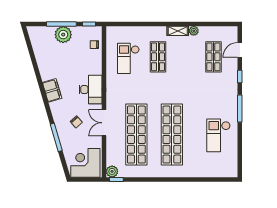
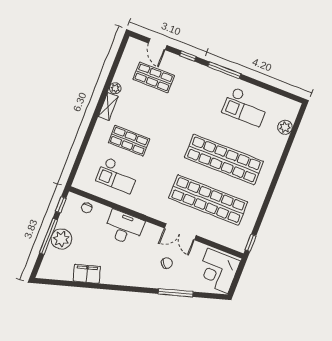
filing cabinet: (52, 90) -> (87, 274), moved
desk: (90, 90) -> (124, 228), moved
plant: (112, 171) -> (285, 127), moved

